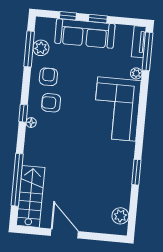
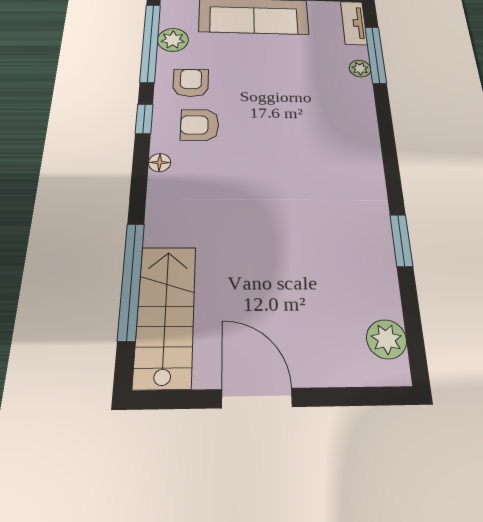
window: (29, 49) -> (150, 43), width x1.46
window: (148, 51) -> (376, 55), moved
corner sofa: (117, 109) -> (335, 127), removed
window: (23, 113) -> (144, 119), moved

